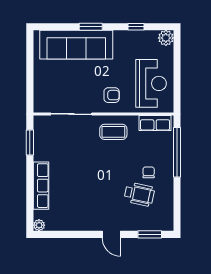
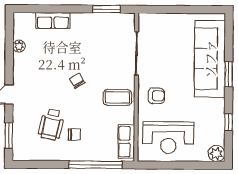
armchair: (112, 95) -> (156, 96), turned -90
coffee table: (113, 132) -> (117, 97), turned 90
chair: (98, 170) -> (77, 81), added
row of seats: (41, 186) -> (53, 21), width x0.68
plant: (39, 225) -> (19, 46), moved

